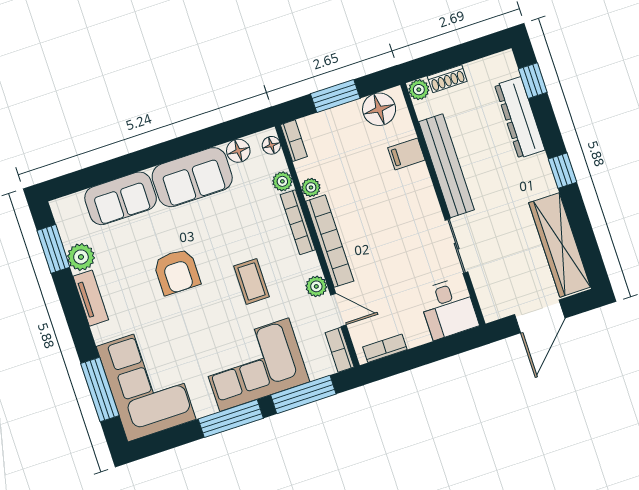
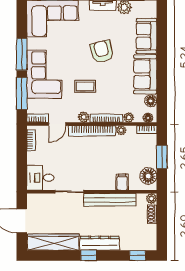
dresser: (520, 118) -> (100, 243), moved
armchair: (177, 272) -> (102, 52), turned 77
plant: (316, 286) -> (84, 117), moved

